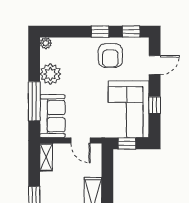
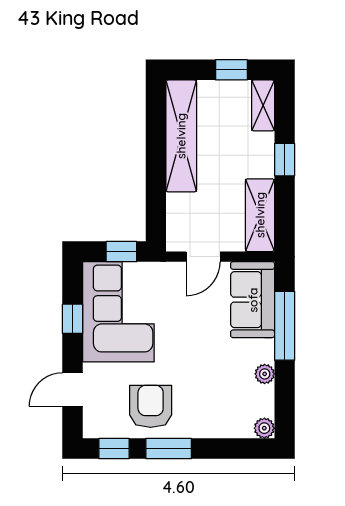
window: (100, 32) -> (169, 448), width x1.50
plant: (50, 74) -> (265, 374), width x0.53, depth x0.53
door: (81, 141) -> (203, 257), swing flipped
shelving: (46, 157) -> (260, 215), width x1.50, depth x1.33

